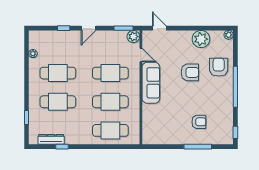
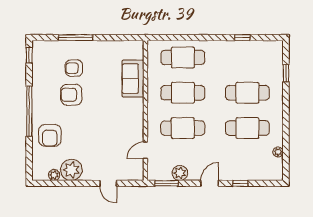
door: (159, 28) -> (108, 183), moved
plant: (229, 35) -> (54, 175), moved
plant: (133, 37) -> (180, 173), moved
door: (141, 55) -> (145, 150), hinge flipped
armchair: (190, 72) -> (71, 95), moved
sofa: (151, 83) -> (133, 79), moved, width x0.73
dresser: (51, 139) -> (256, 46), removed

